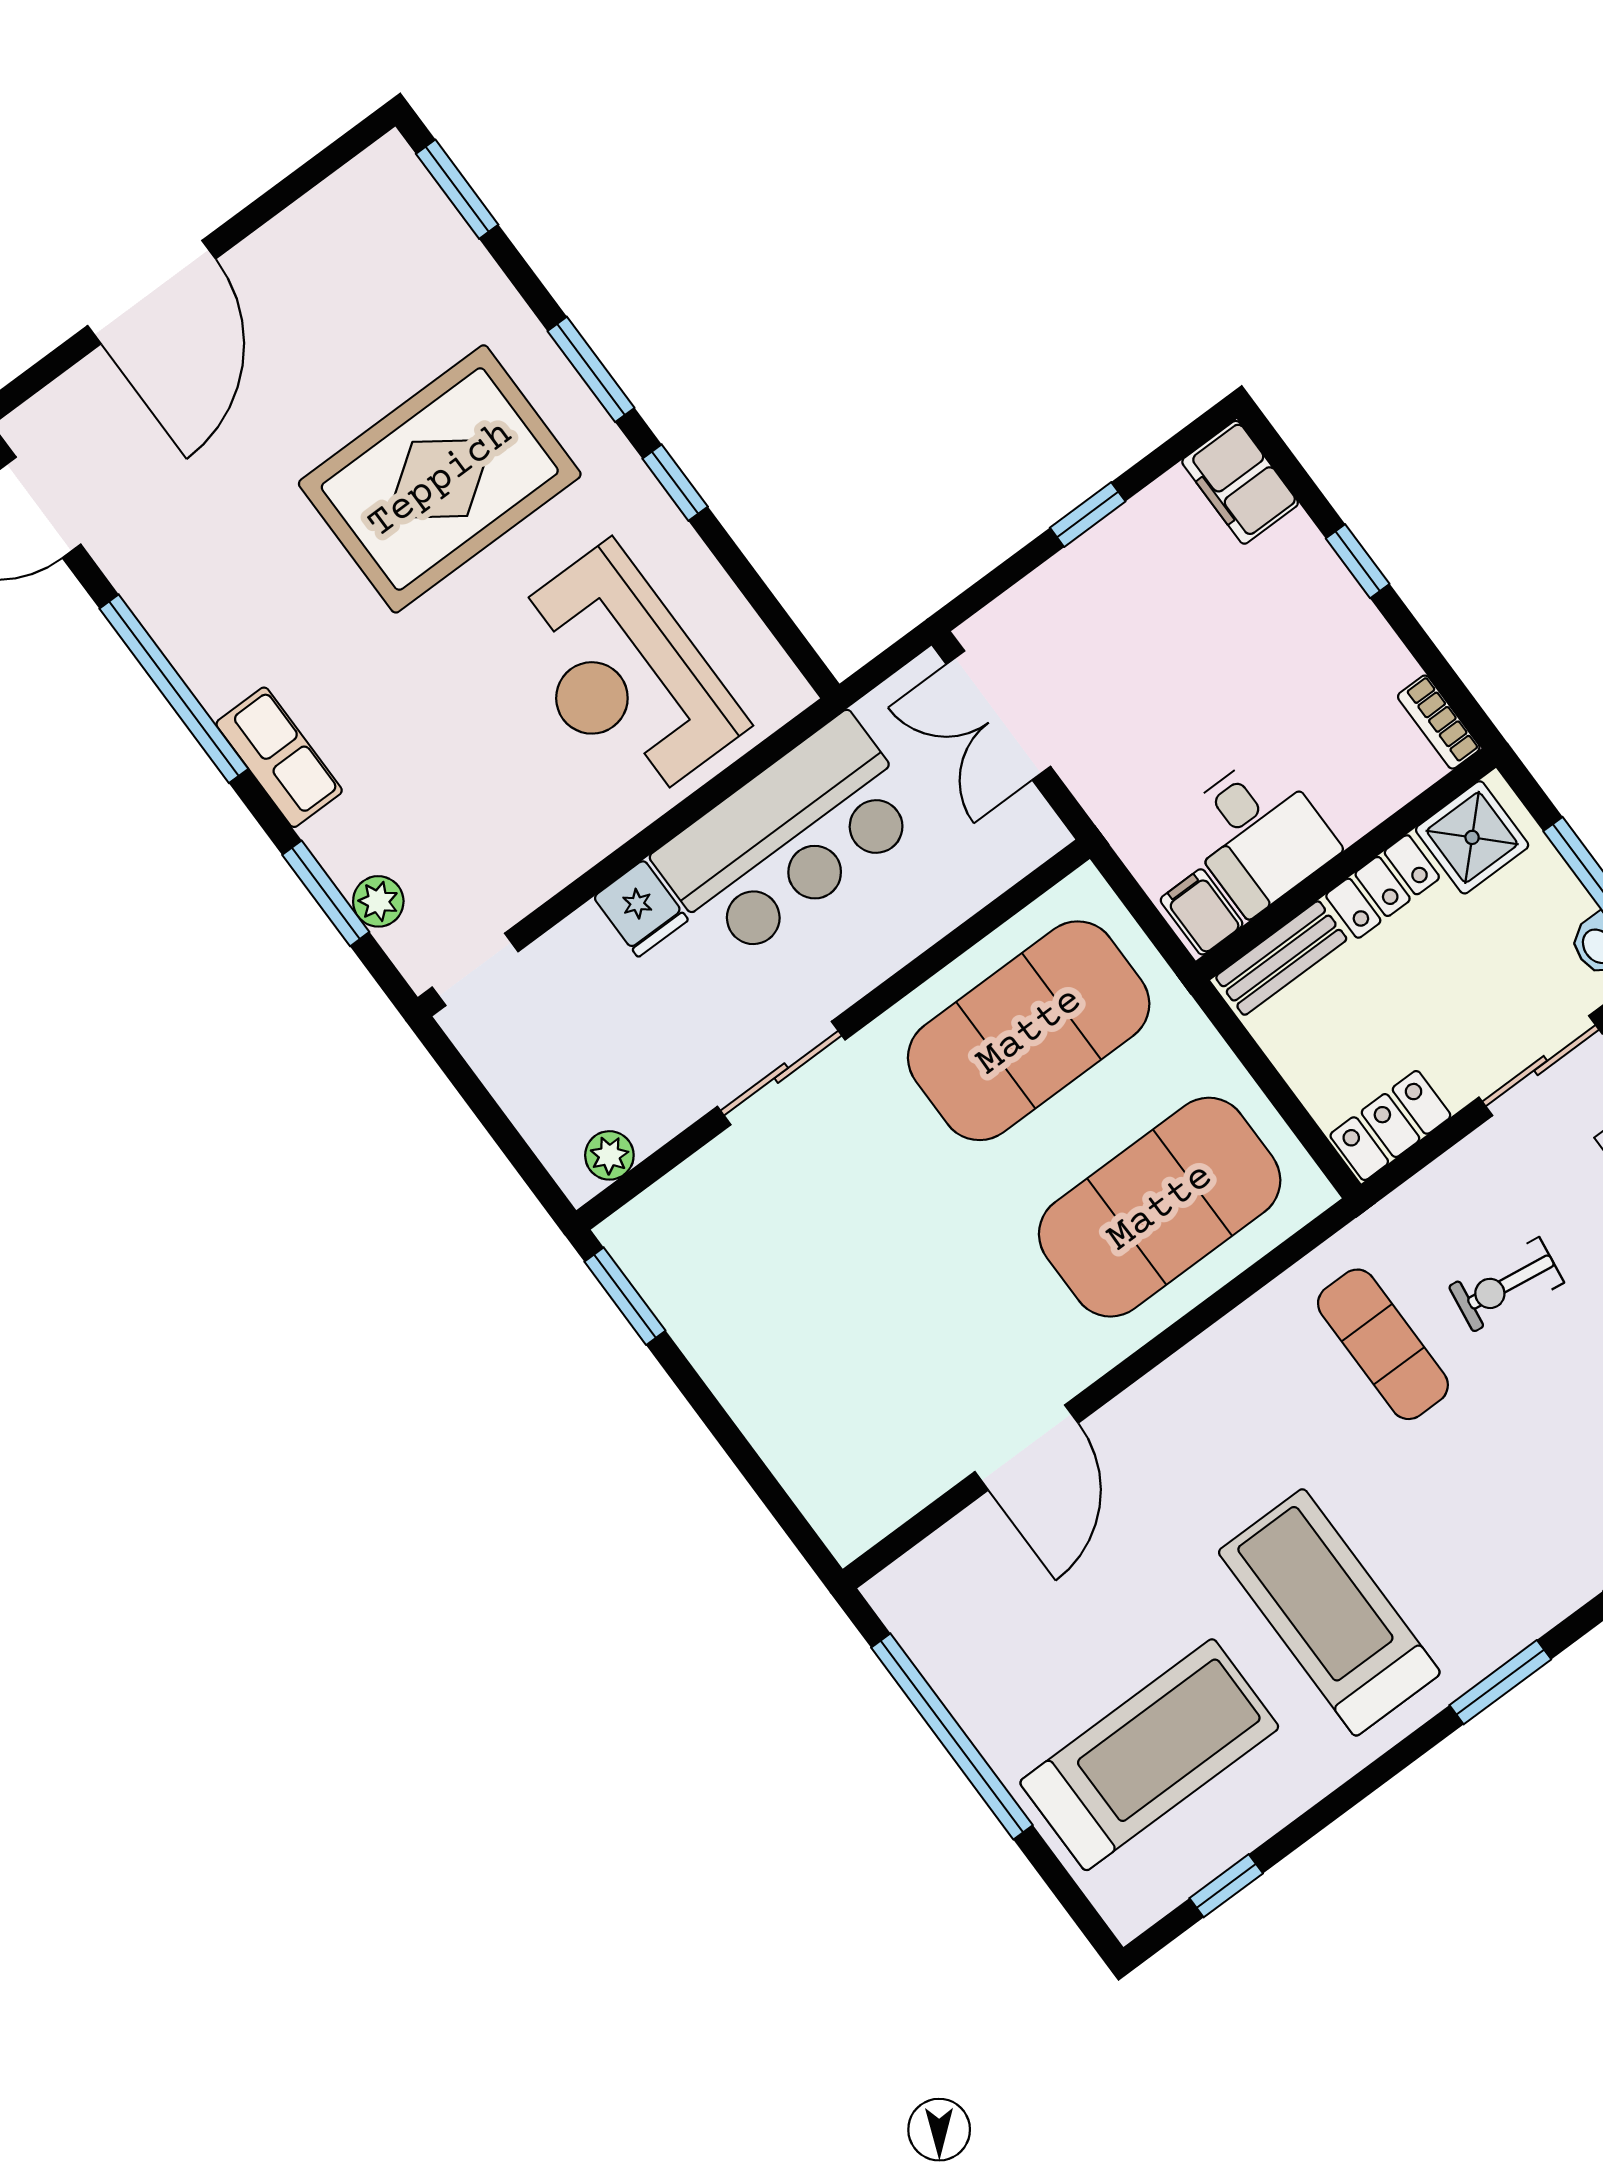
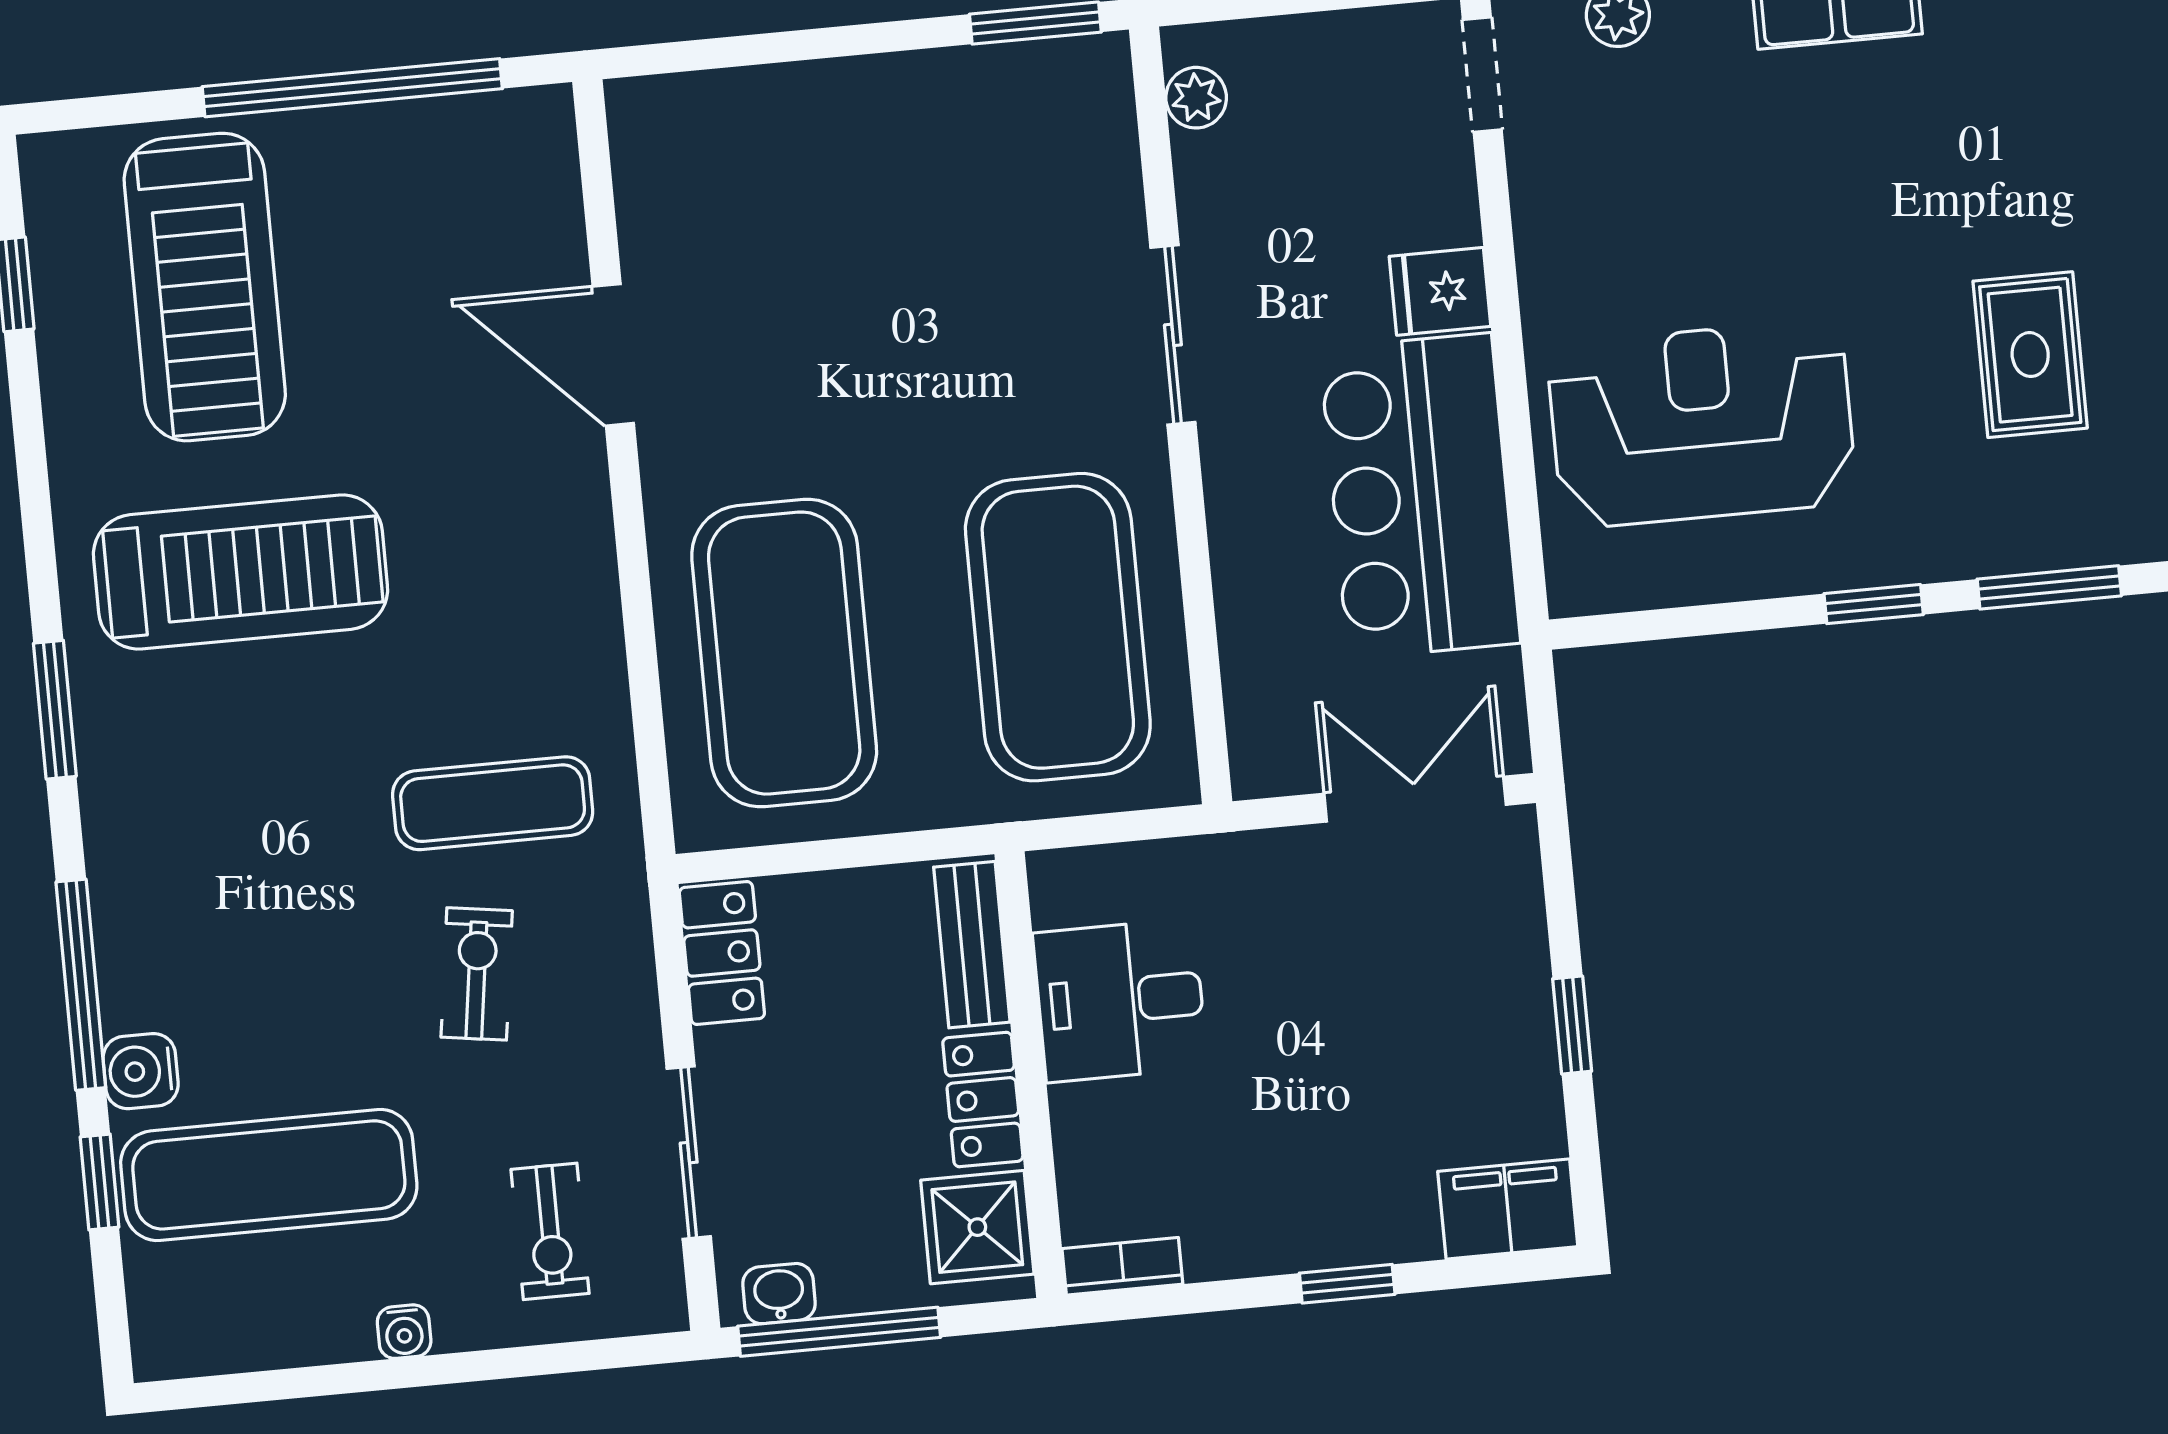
rug: (440, 479) -> (2030, 355), width x0.54, depth x0.49
filing cabinet: (1202, 912) -> (1073, 889), removed

